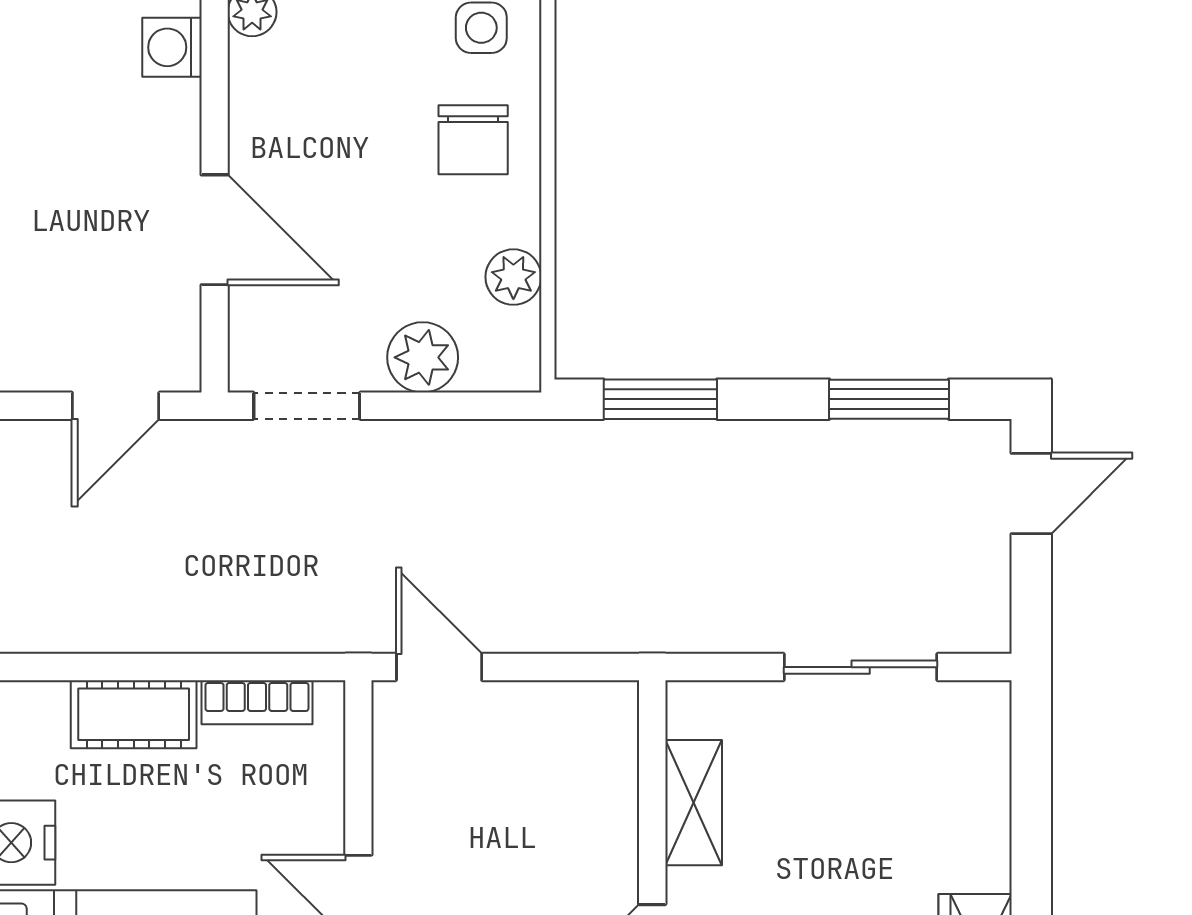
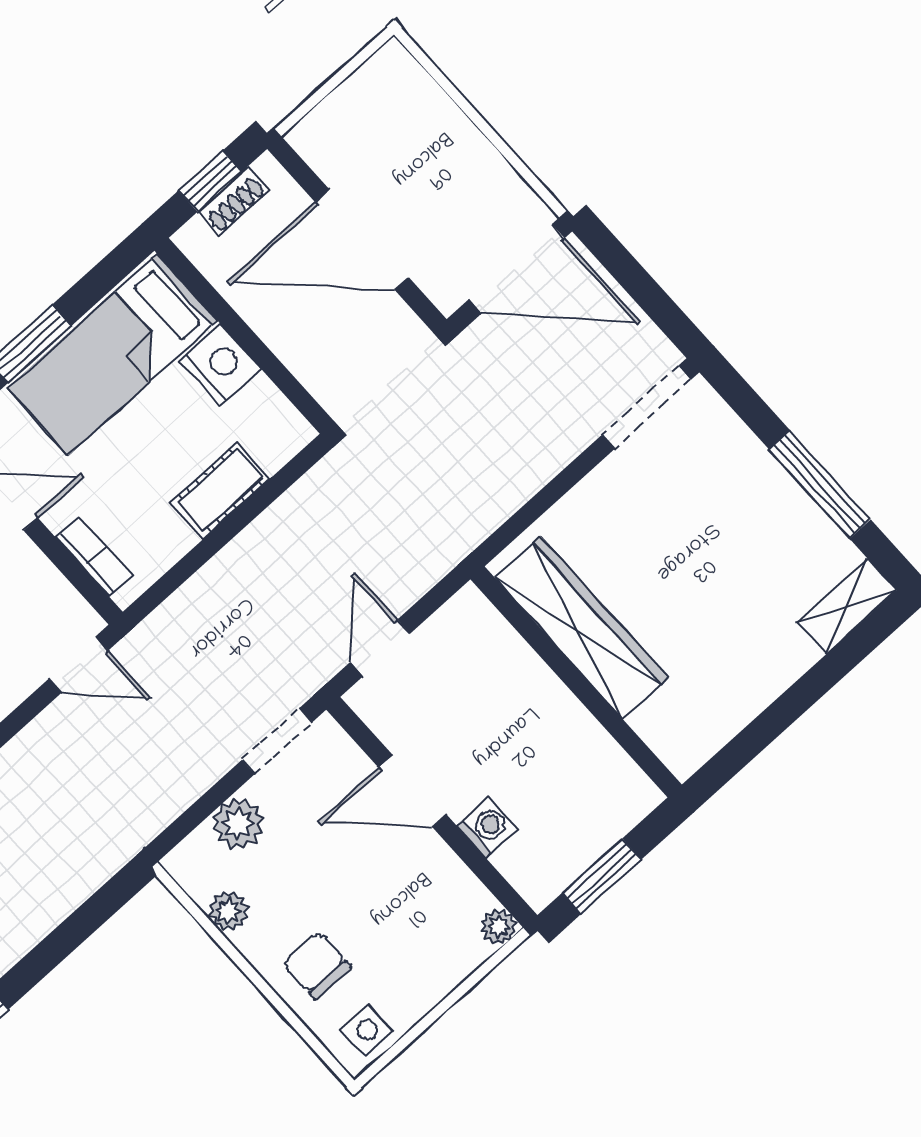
washing machine: (172, 47) -> (487, 827), moved
window: (660, 399) -> (90, 917), removed
bookcase: (257, 702) -> (94, 556), moved, turned 90

